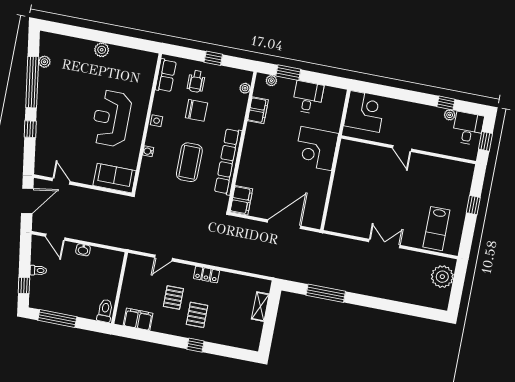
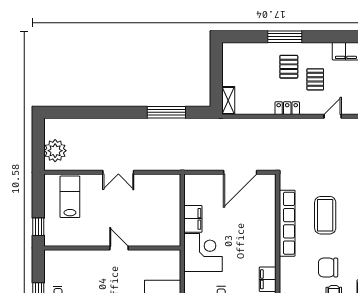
door: (402, 148) -> (119, 248), moved
wall: (409, 150) -> (112, 248), moved
filing cabinet: (241, 200) -> (193, 219), moved, turned 180
door: (284, 224) -> (240, 172), moved
shelving: (260, 307) -> (228, 100), moved
window: (195, 345) -> (285, 37), width x2.17

